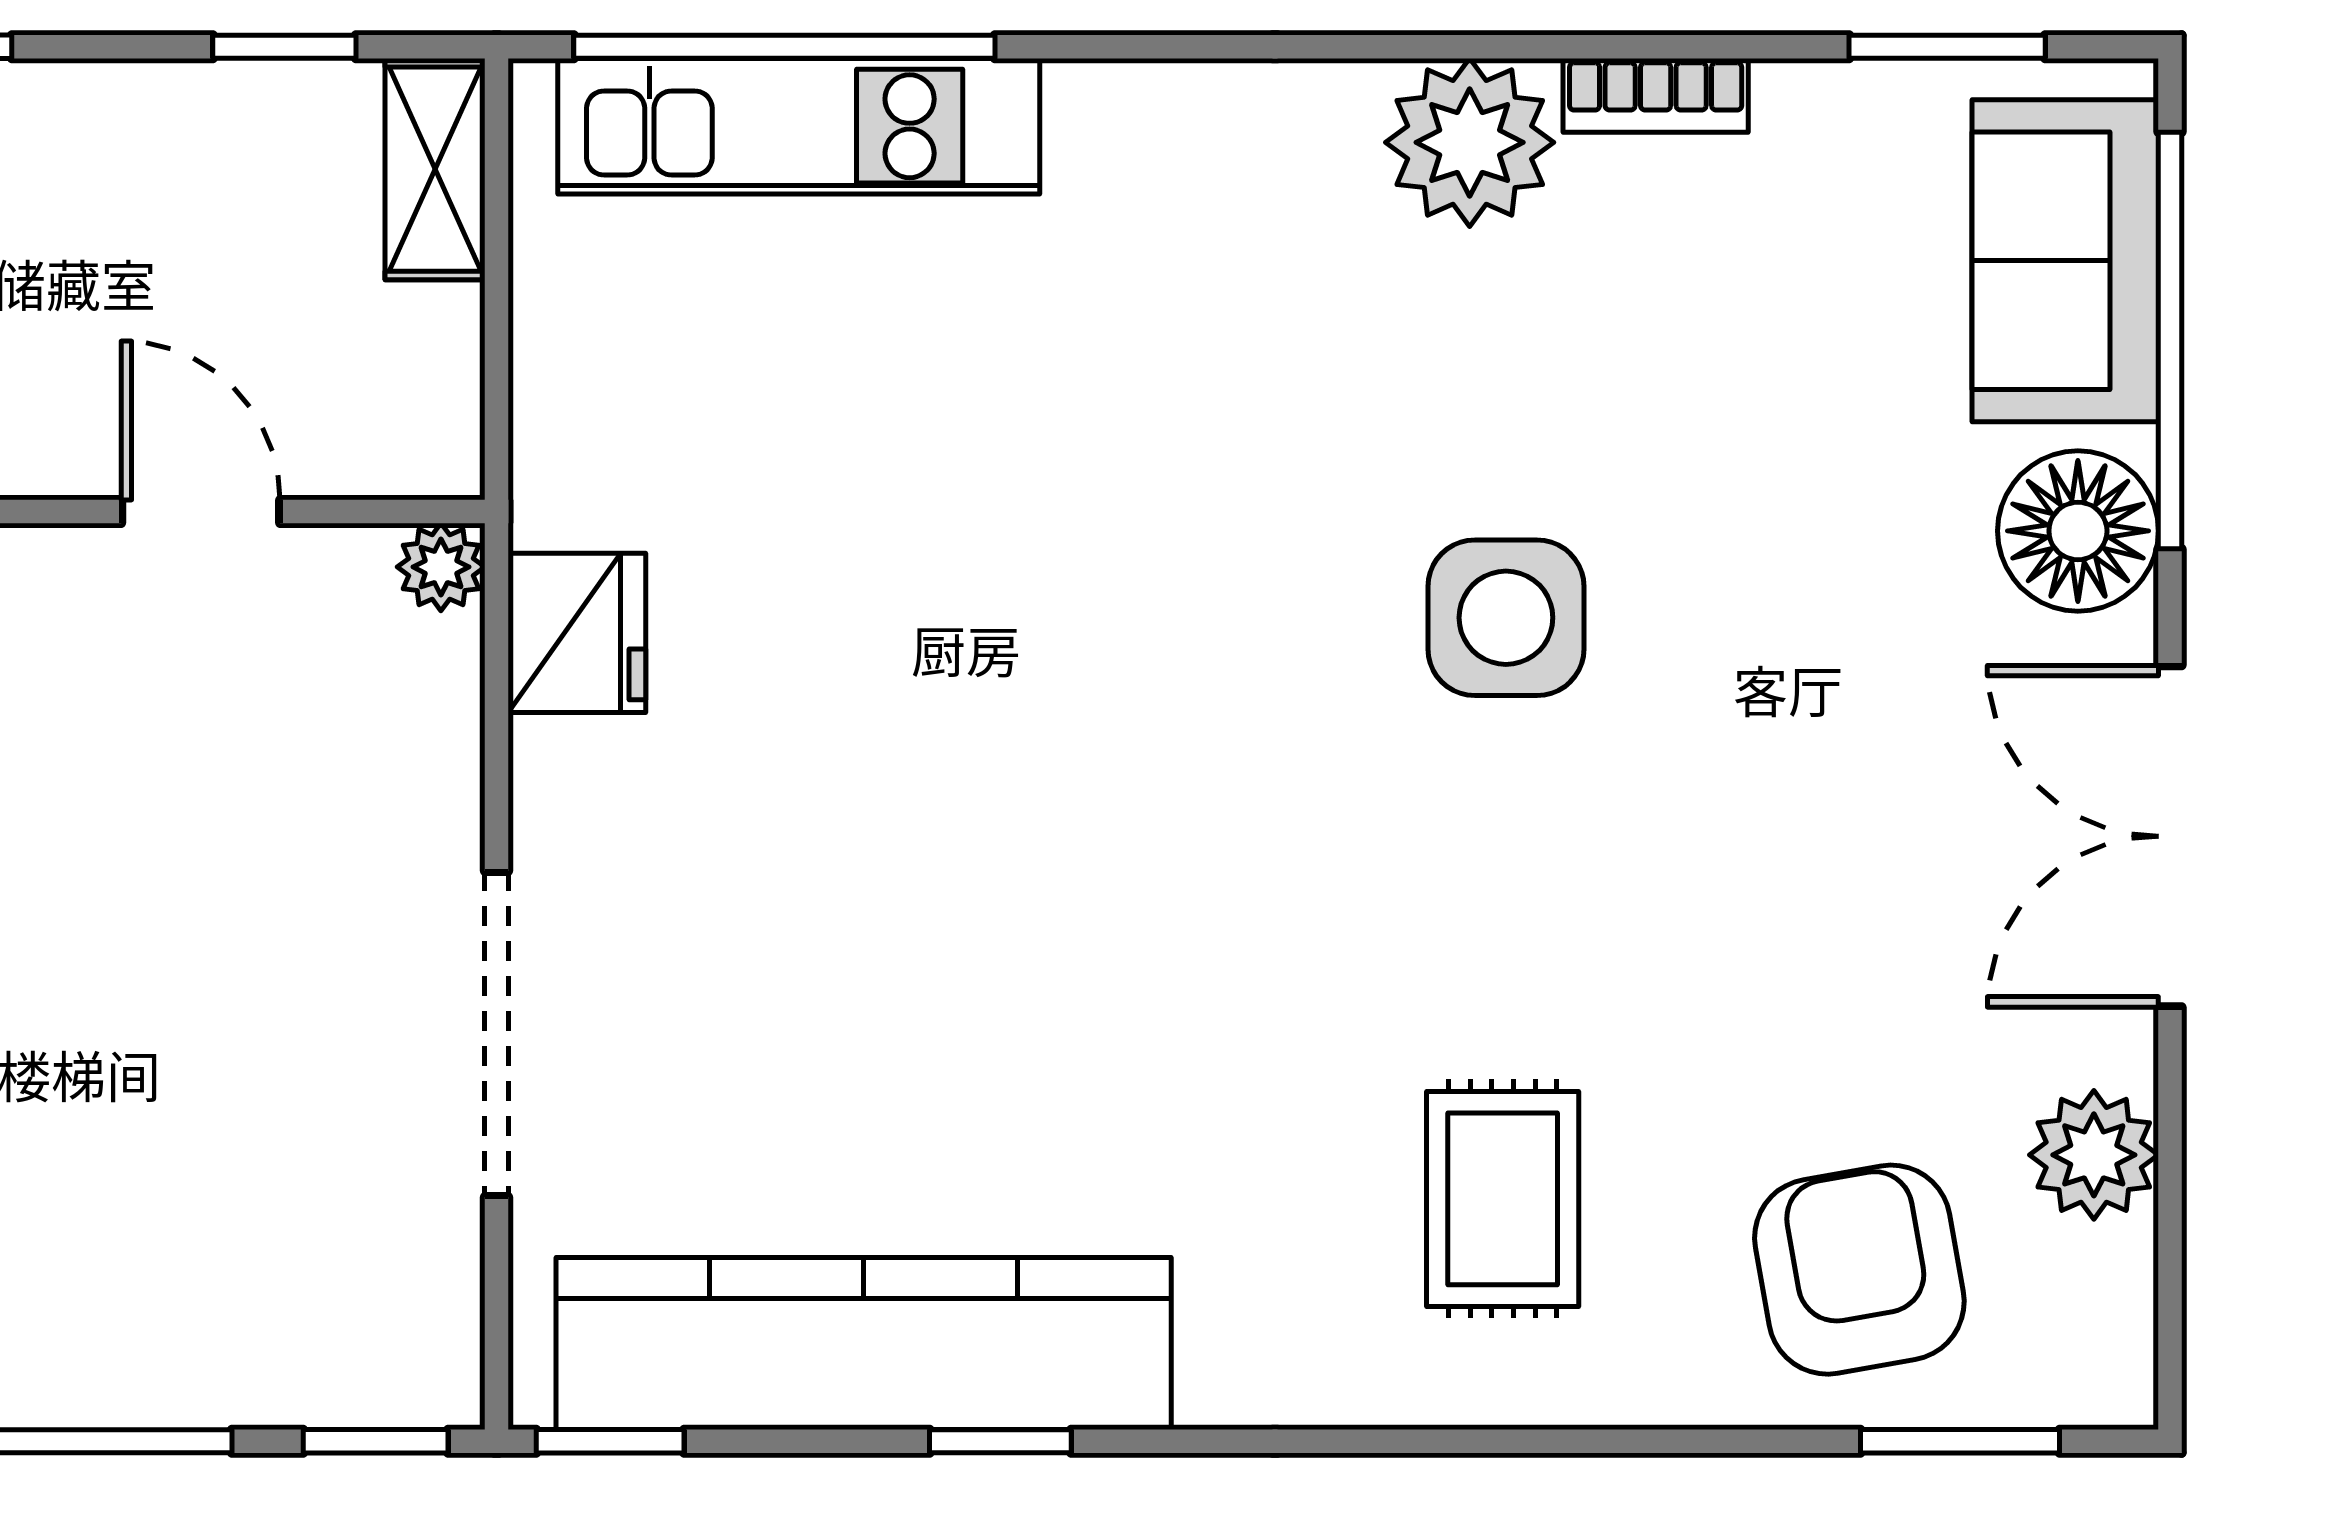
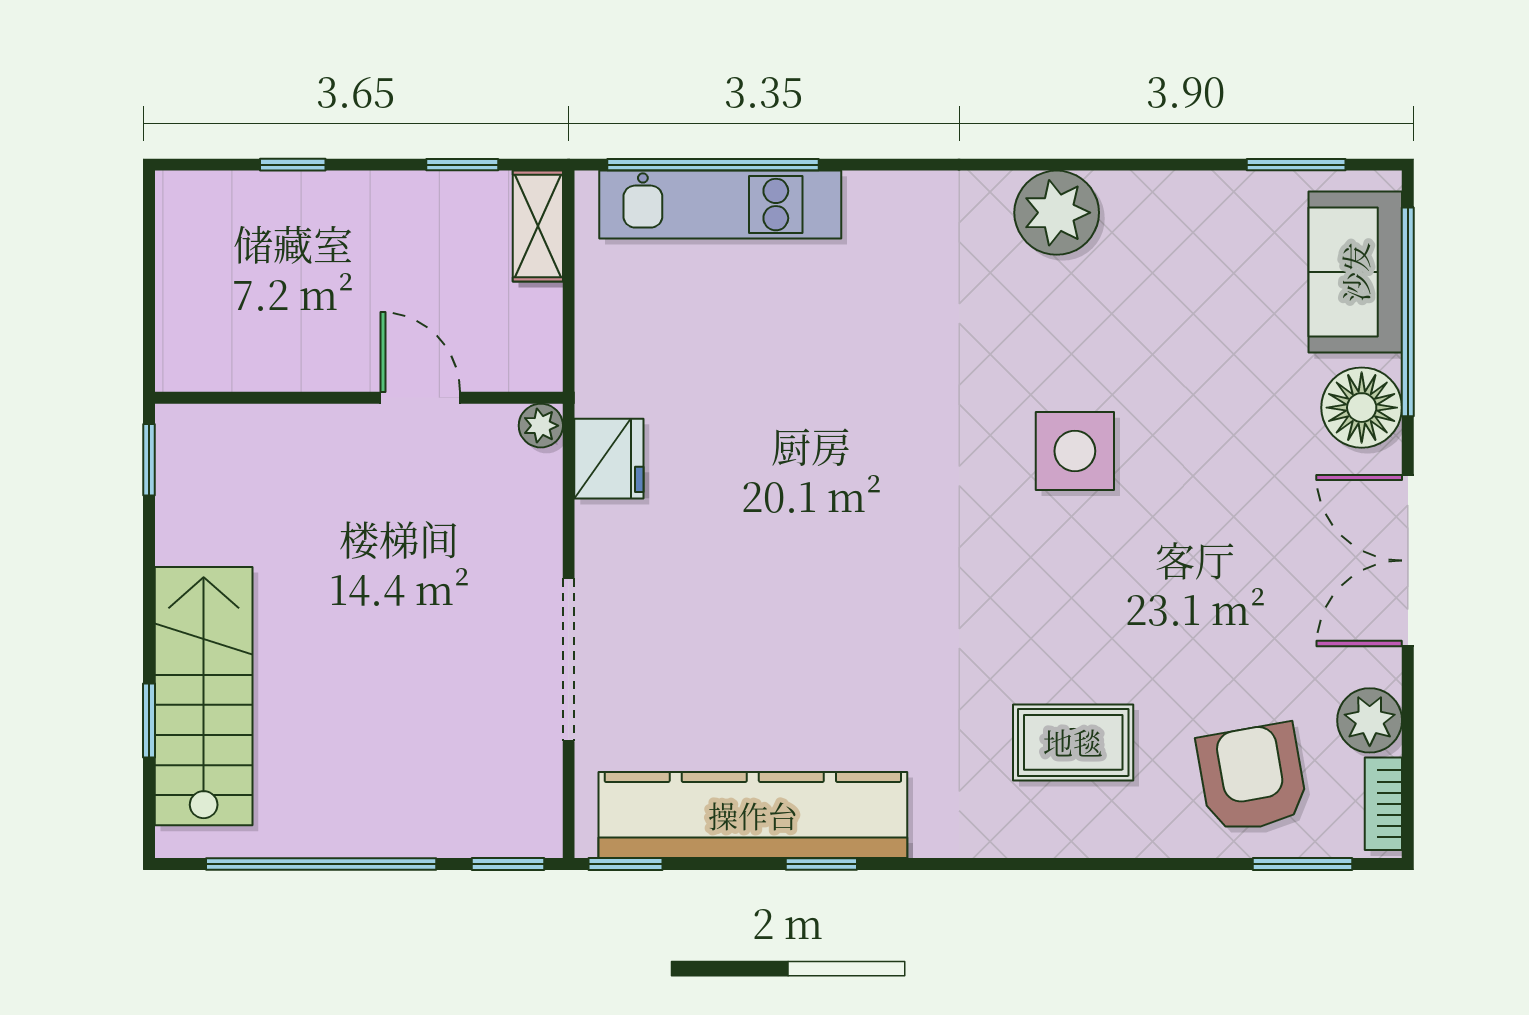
bookcase: (1656, 95) -> (1383, 804), moved, turned 90
rug: (1503, 1199) -> (1073, 742), turned 90

